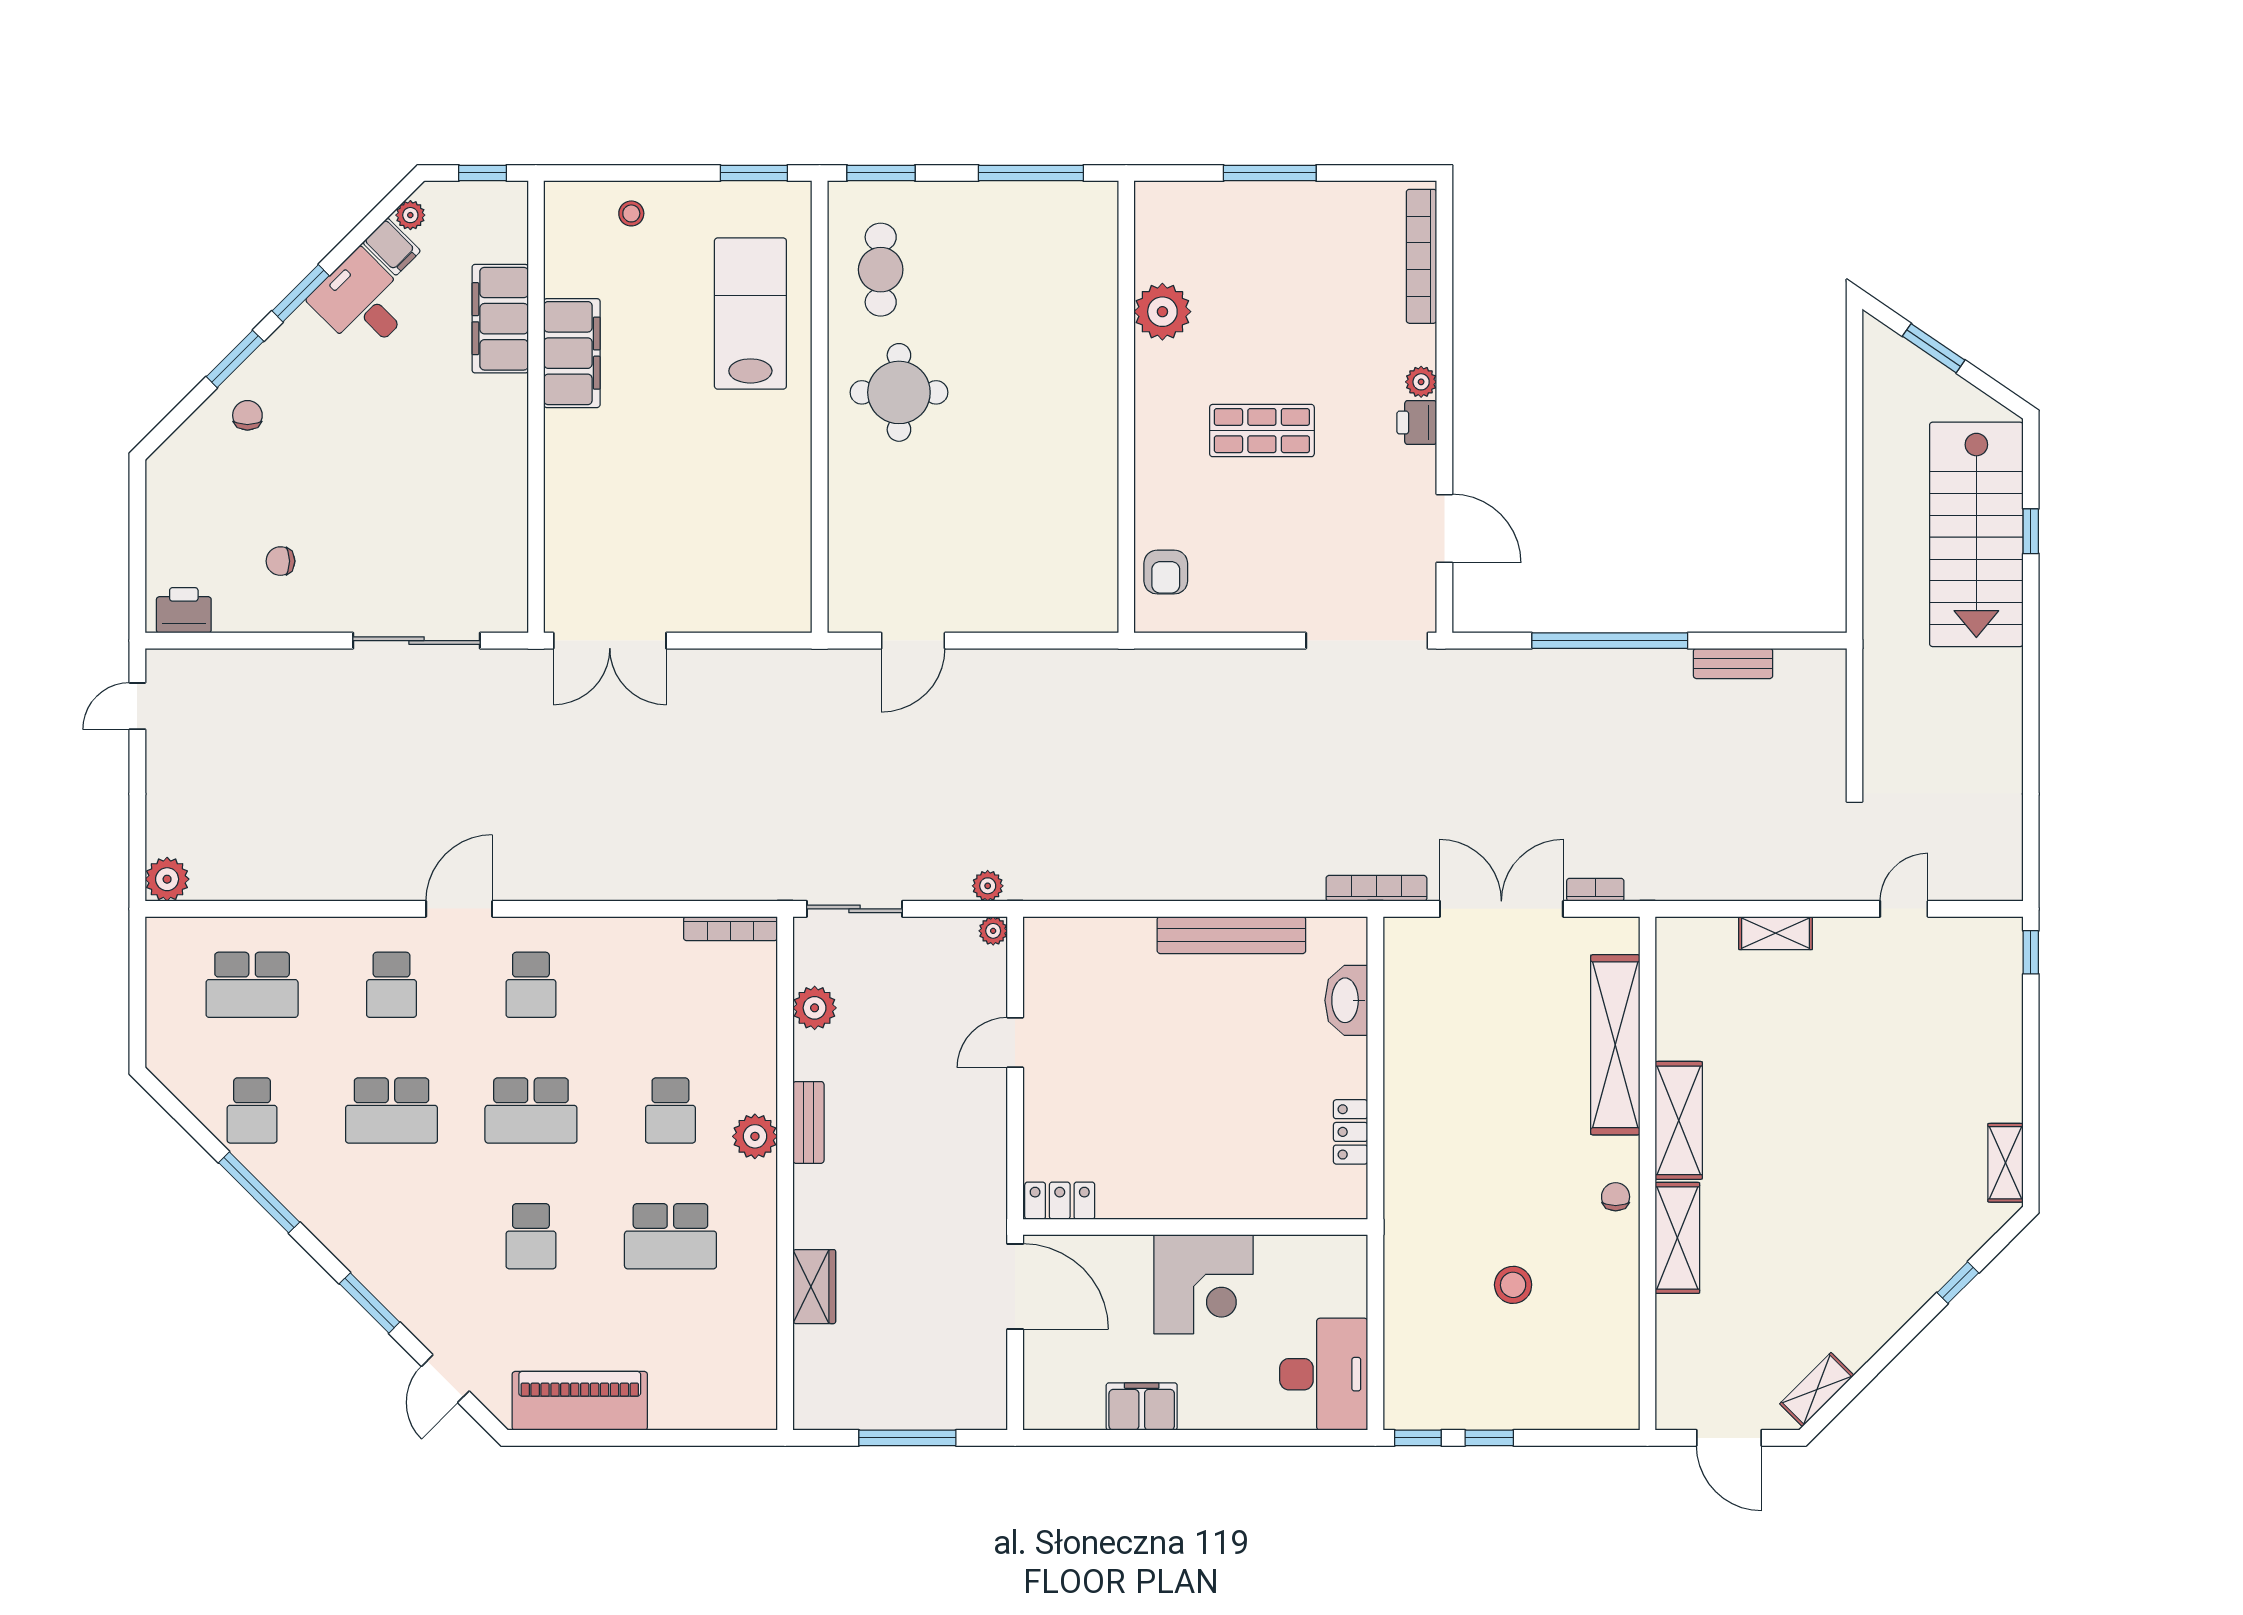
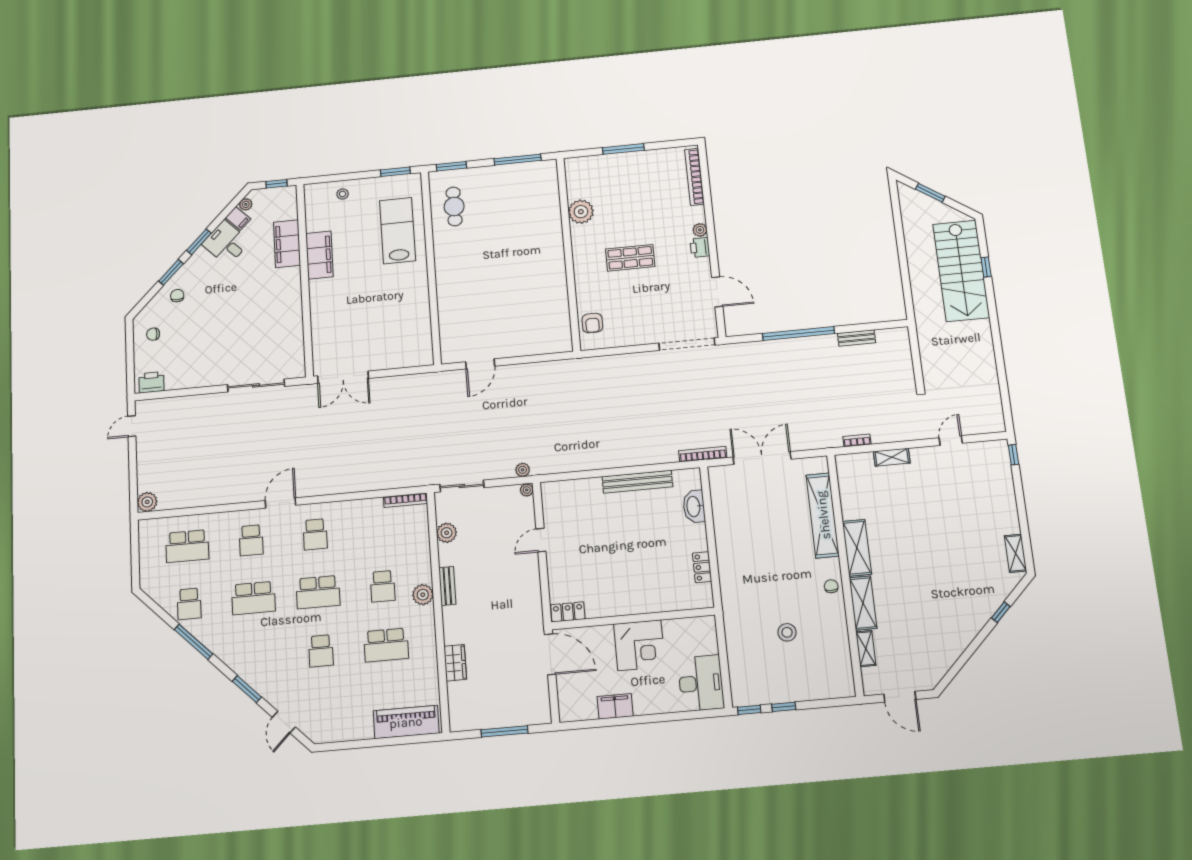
round table: (899, 392) -> (466, 257), removed
chair: (280, 561) -> (153, 334), moved
bookcase: (1595, 890) -> (857, 440), moved
shelving: (1817, 1390) -> (866, 649), moved, turned -45
piano: (580, 1401) -> (406, 722), moved

